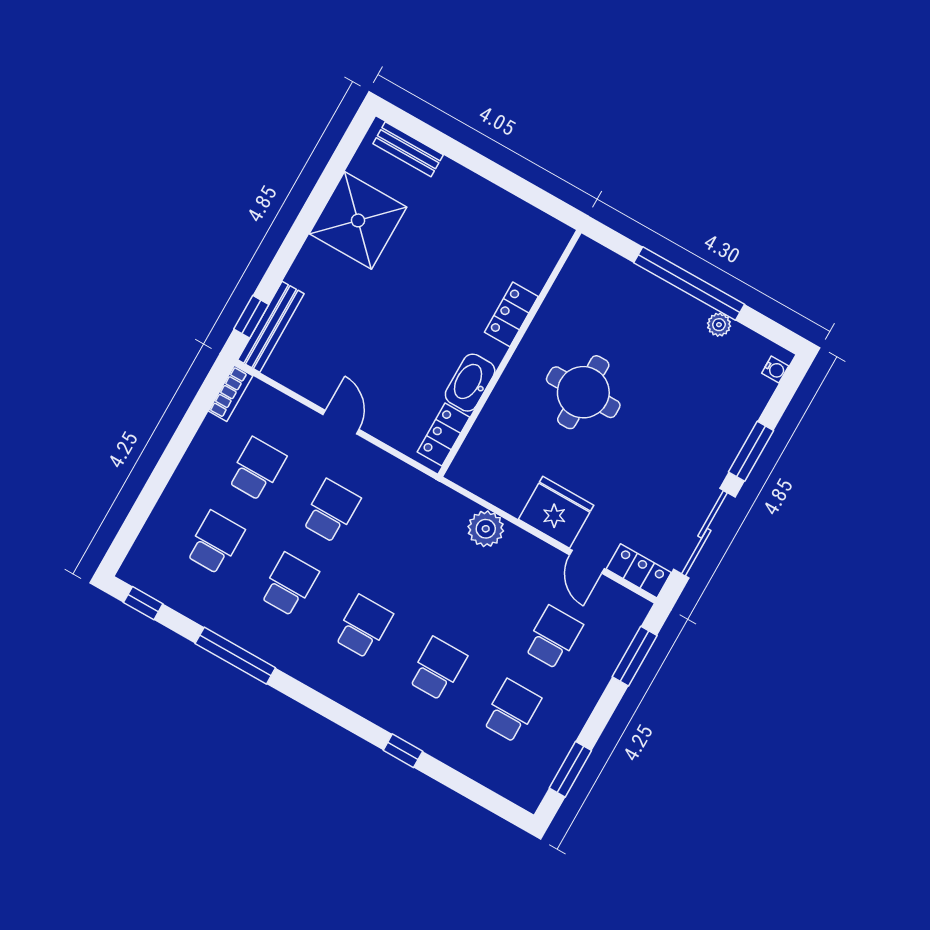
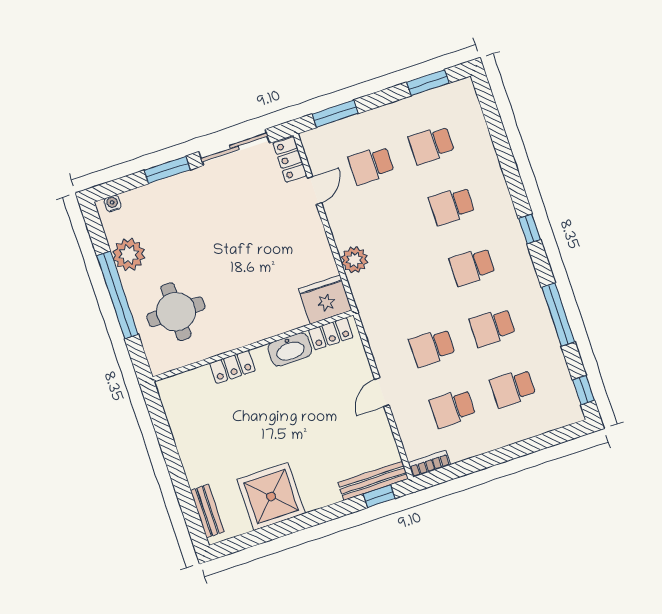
plant: (719, 325) -> (129, 254), width x1.87, depth x1.87
round table: (583, 392) -> (176, 312), moved
fridge: (556, 512) -> (325, 300), moved, turned 90
window: (403, 751) -> (530, 229), moved

